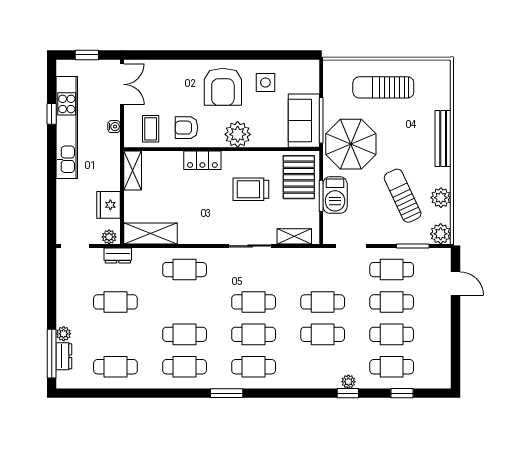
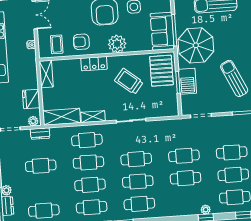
trolley: (251, 189) -> (129, 81), turned 39
shelving: (294, 236) -> (93, 117), moved
cafe table: (392, 270) -> (88, 162), moved

